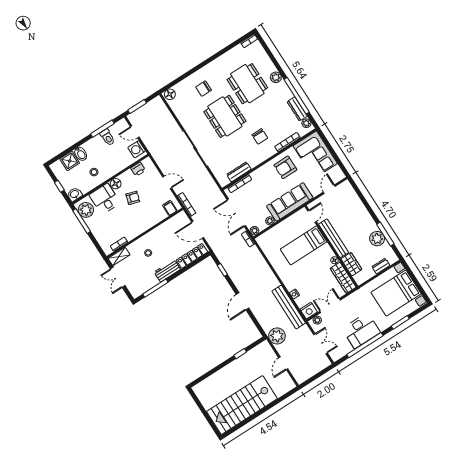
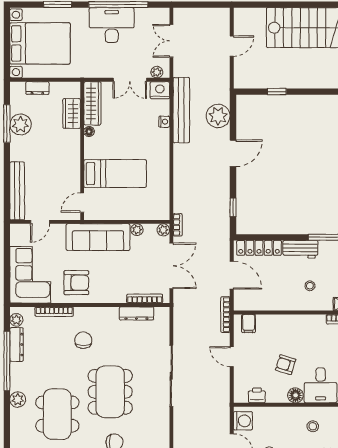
bench: (334, 238) -> (17, 191), moved
plant: (277, 336) -> (218, 116), moved

